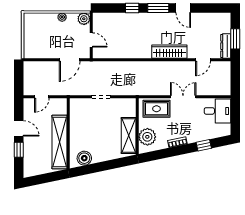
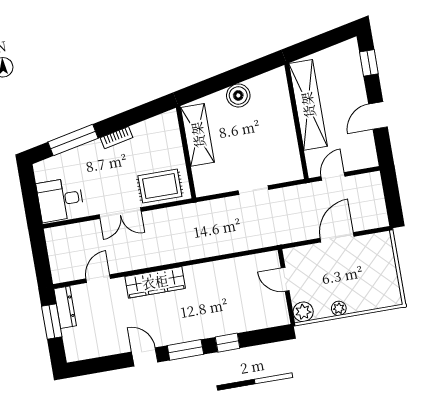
door: (70, 60) -> (337, 237), moved
door: (42, 97) -> (333, 176), moved
door: (19, 128) -> (378, 115), hinge flipped
plant: (147, 137) -> (167, 138), removed
window: (204, 145) -> (73, 140), width x2.17
window: (19, 150) -> (369, 63), moved
boiler: (84, 158) -> (238, 95), moved

